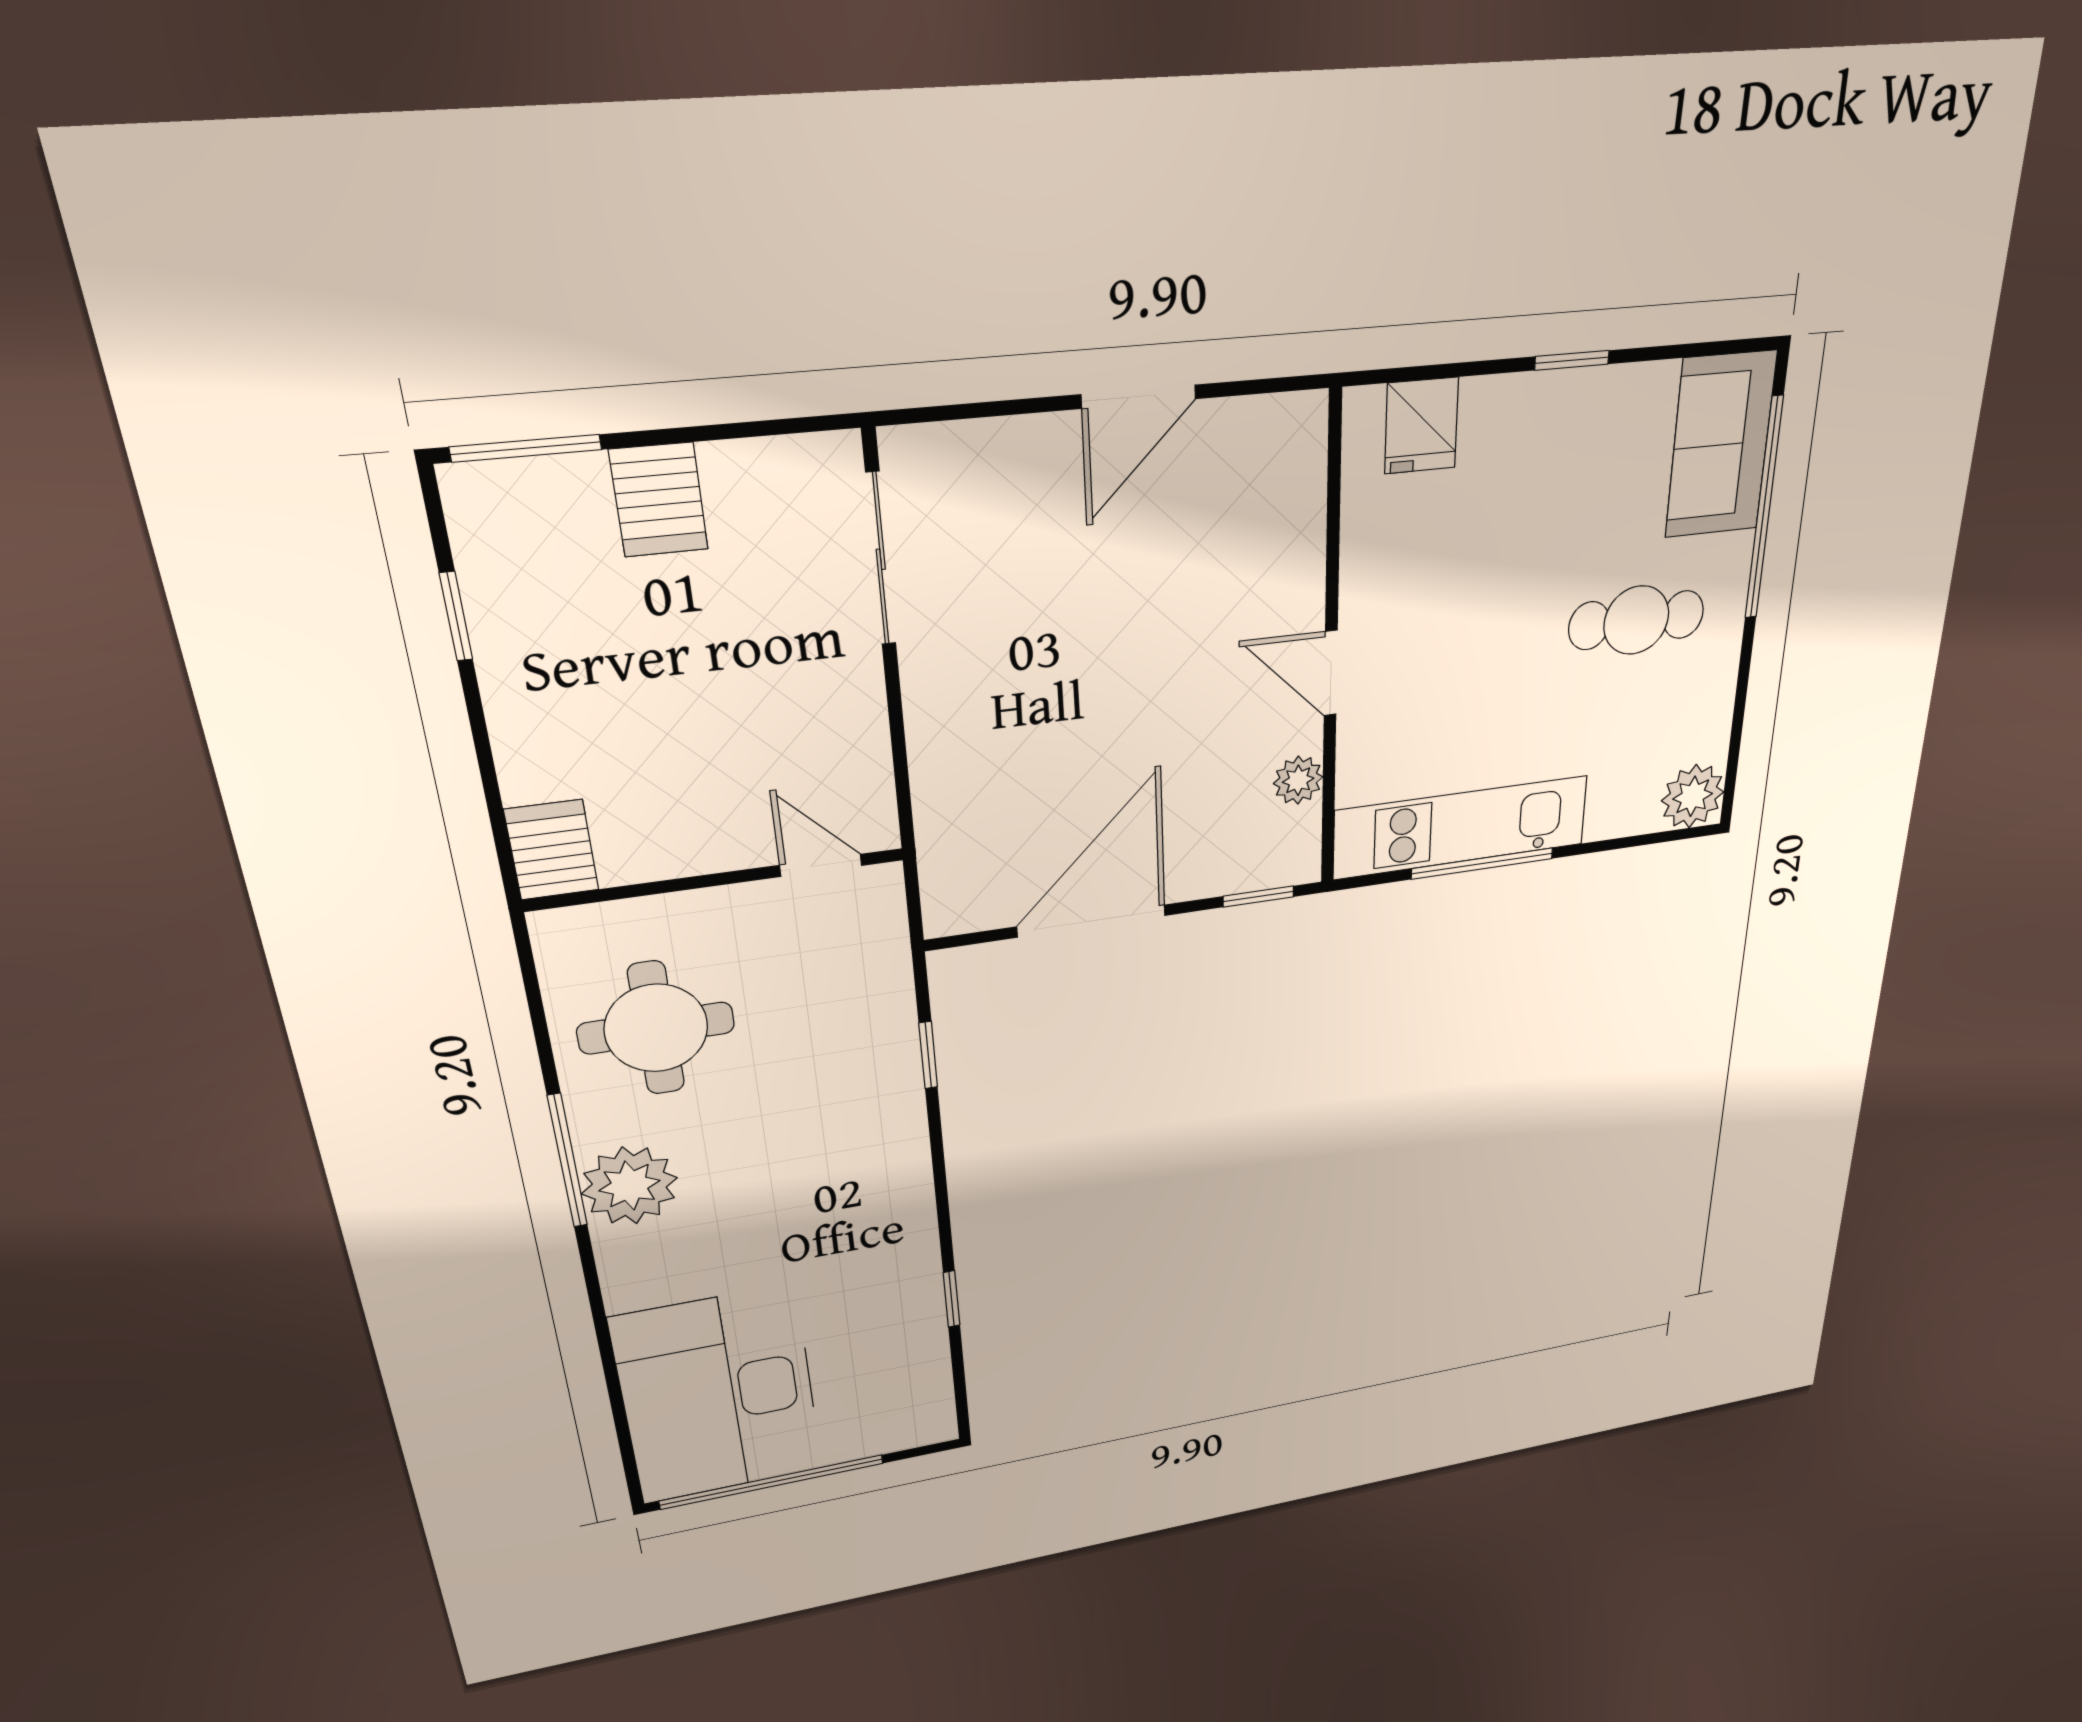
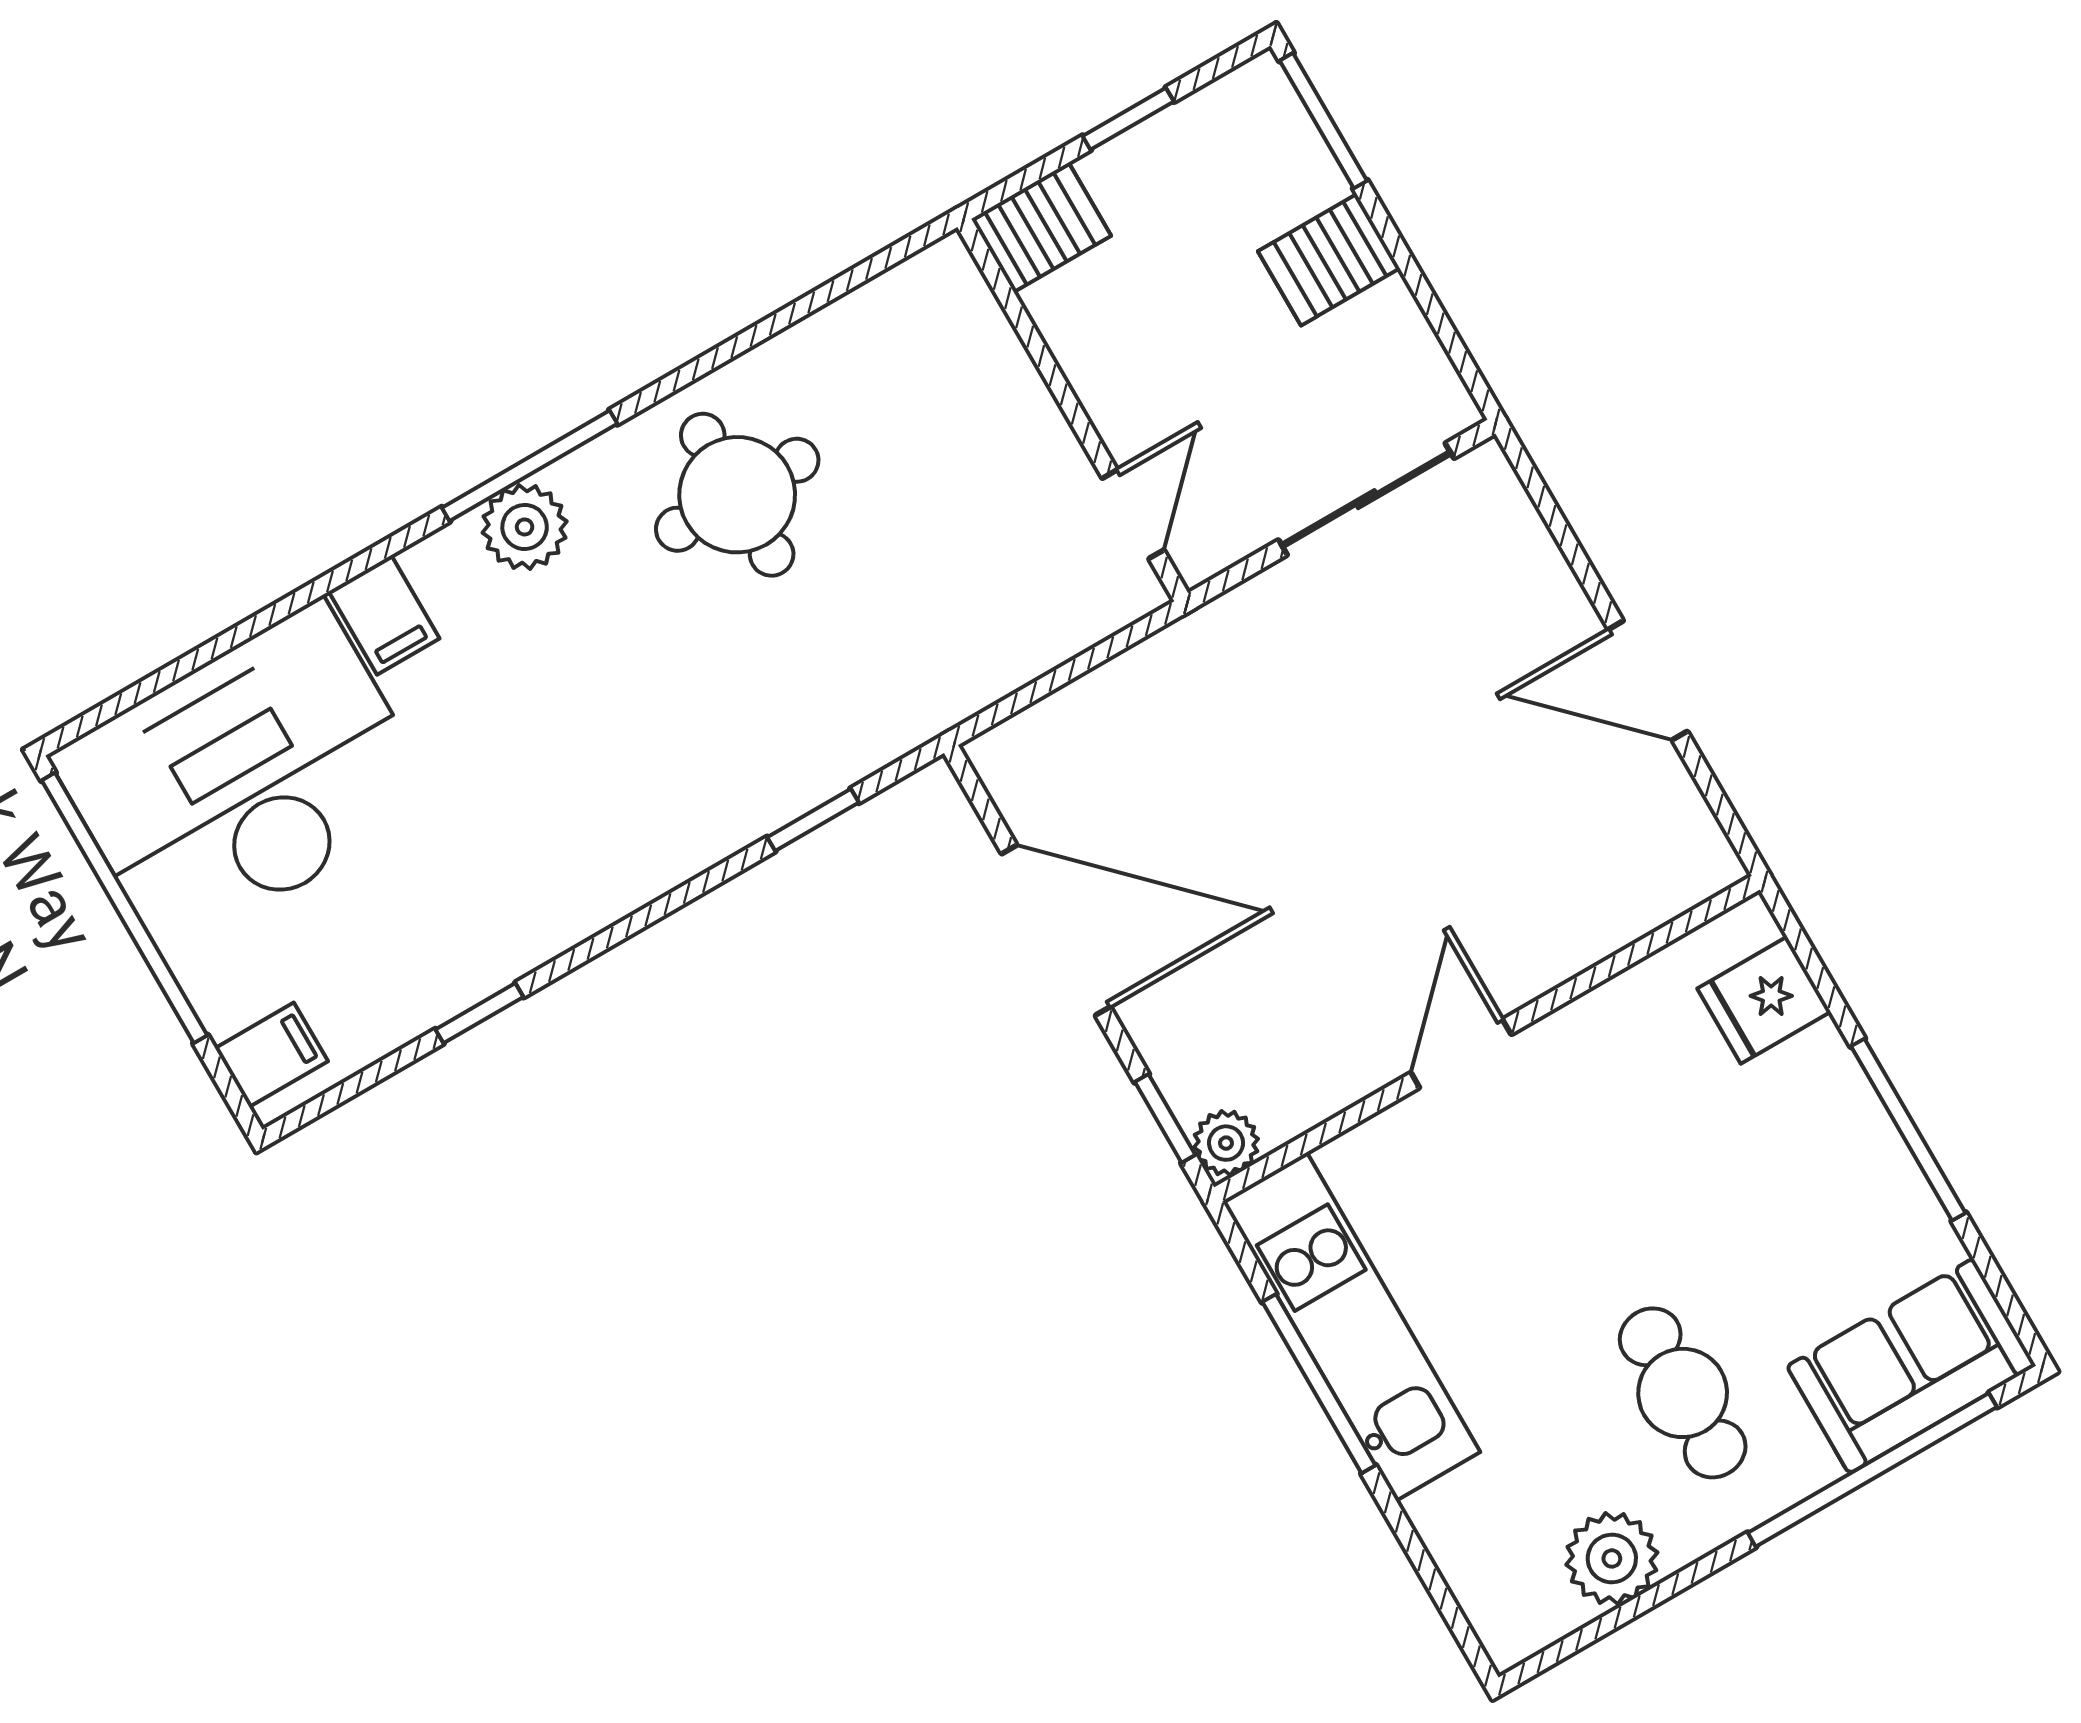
window: (1572, 360) -> (1908, 1130), width x2.17
plant: (1298, 780) -> (1226, 1143), moved
plant: (1693, 796) -> (1612, 1558), moved
server rack: (552, 850) -> (1041, 227), moved
door: (821, 865) -> (1133, 514), moved
wall: (717, 880) -> (1073, 410), moved
plant: (629, 1186) -> (525, 527), width x0.73, depth x0.73
filing cabinet: (640, 1284) -> (384, 615), added
filing cabinet: (914, 1423) -> (271, 1055), added

